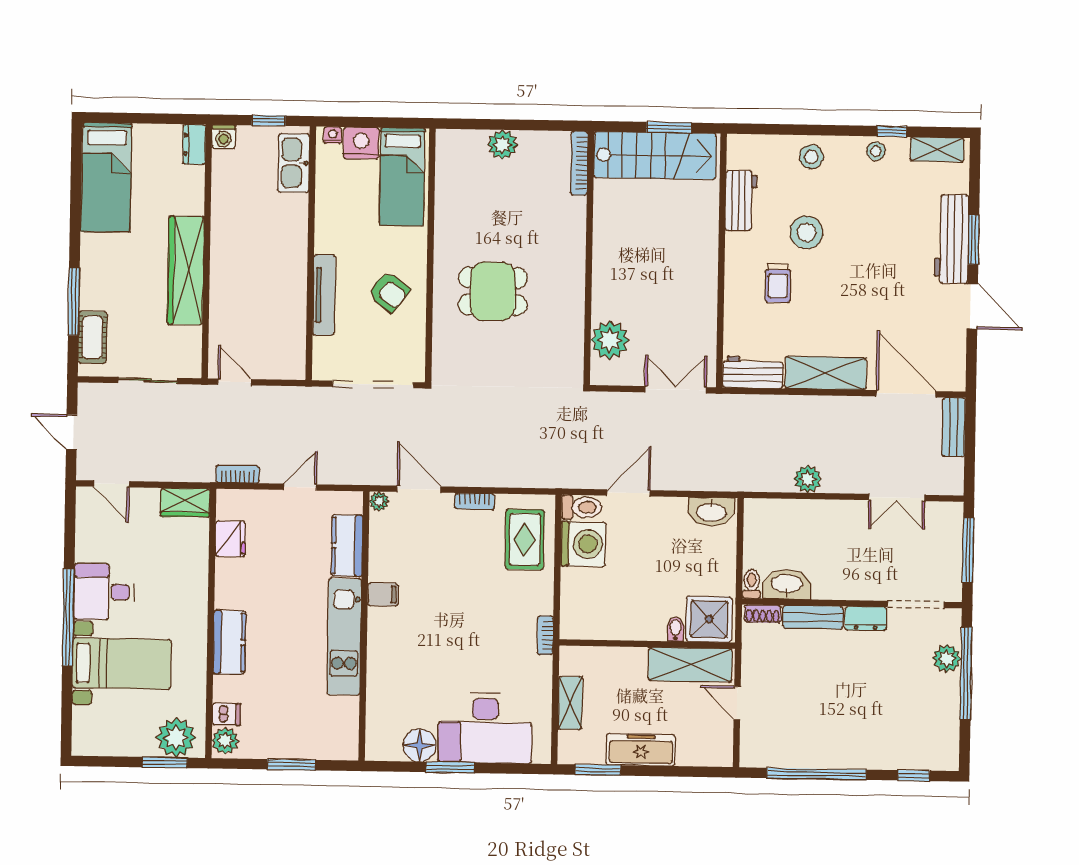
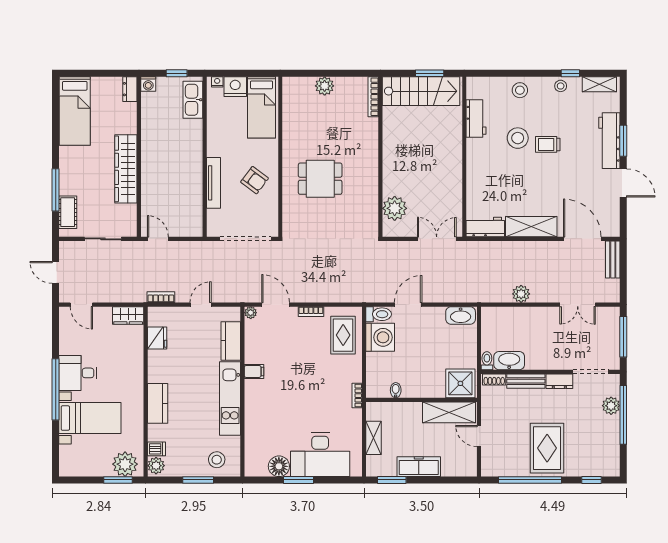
trolley: (778, 283) -> (548, 144), moved, turned 90
bidet: (676, 629) -> (396, 390), moved
rug: (844, 724) -> (547, 448), added
stool: (321, 733) -> (217, 460), added

